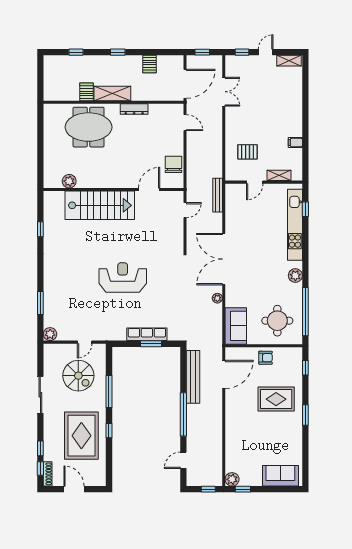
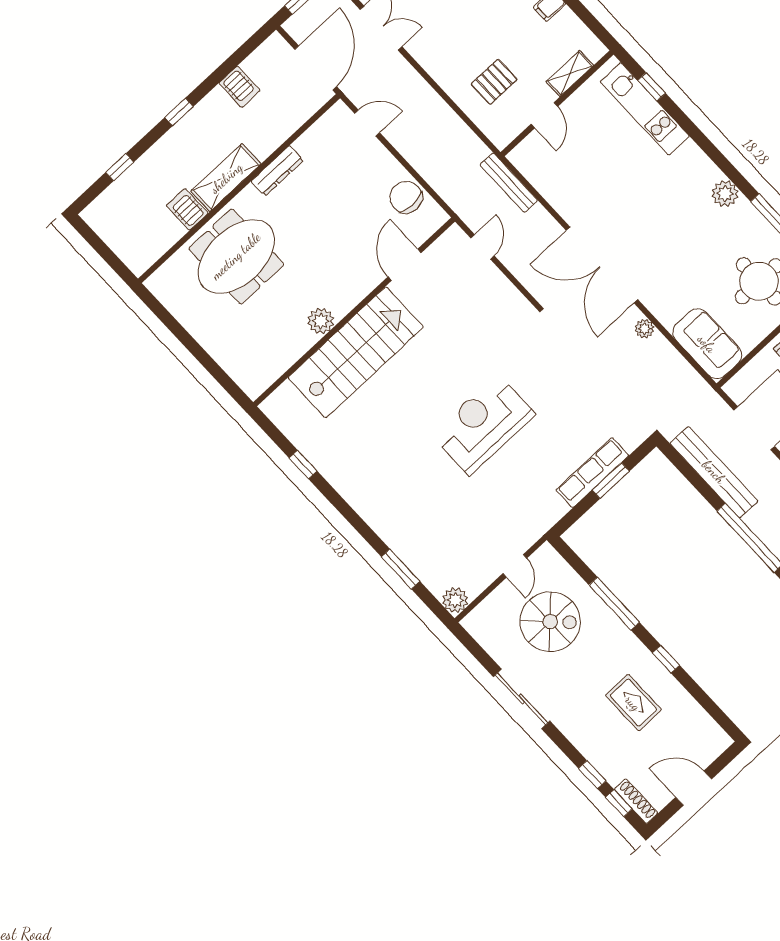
plant: (69, 181) -> (321, 321), moved
kitchen unit: (295, 225) -> (645, 109), width x0.73
rug: (81, 436) -> (633, 703), width x0.54, depth x0.49

